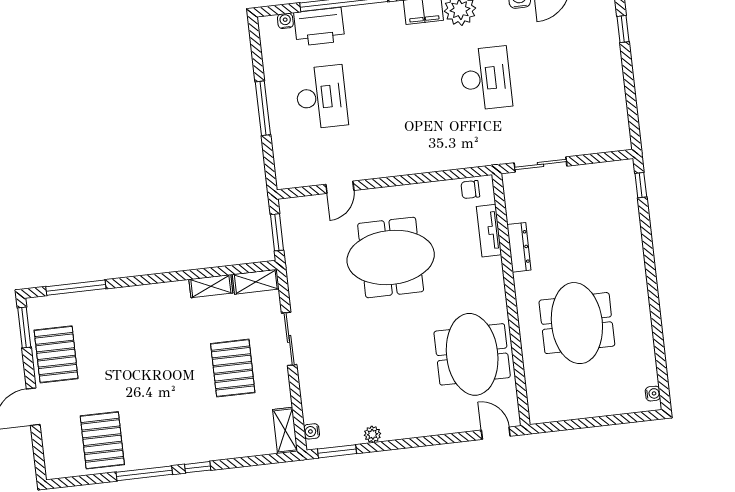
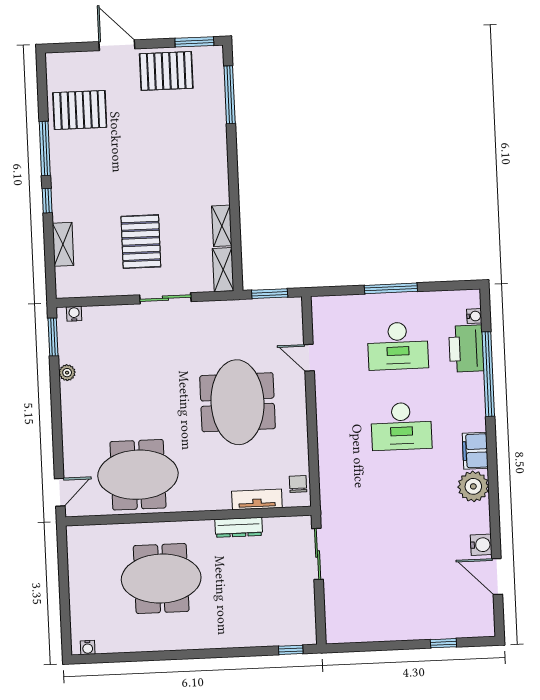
desk: (486, 78) -> (401, 426), moved
pallet: (233, 368) -> (141, 242), turned 90
shelving: (285, 430) -> (63, 244), moved, turned 90

